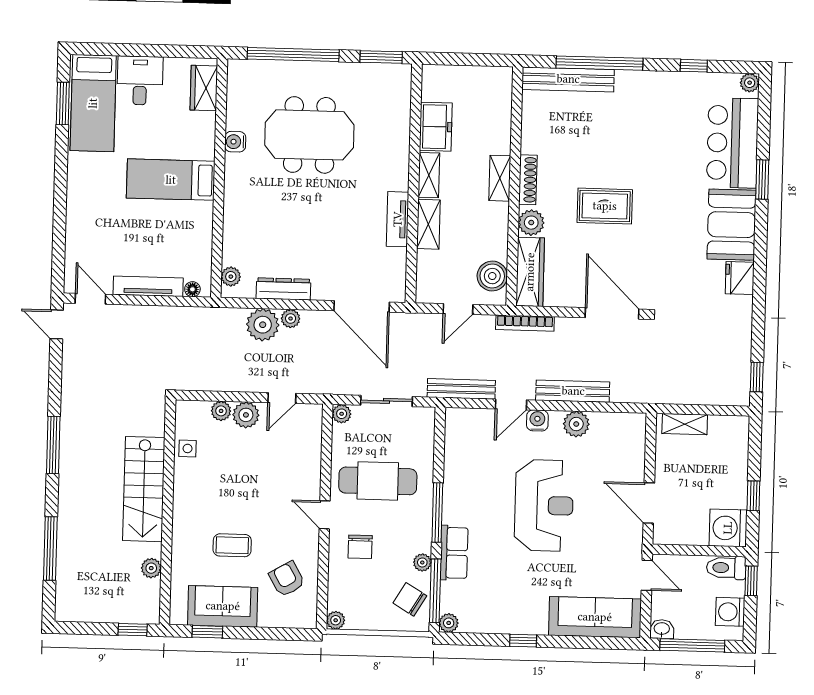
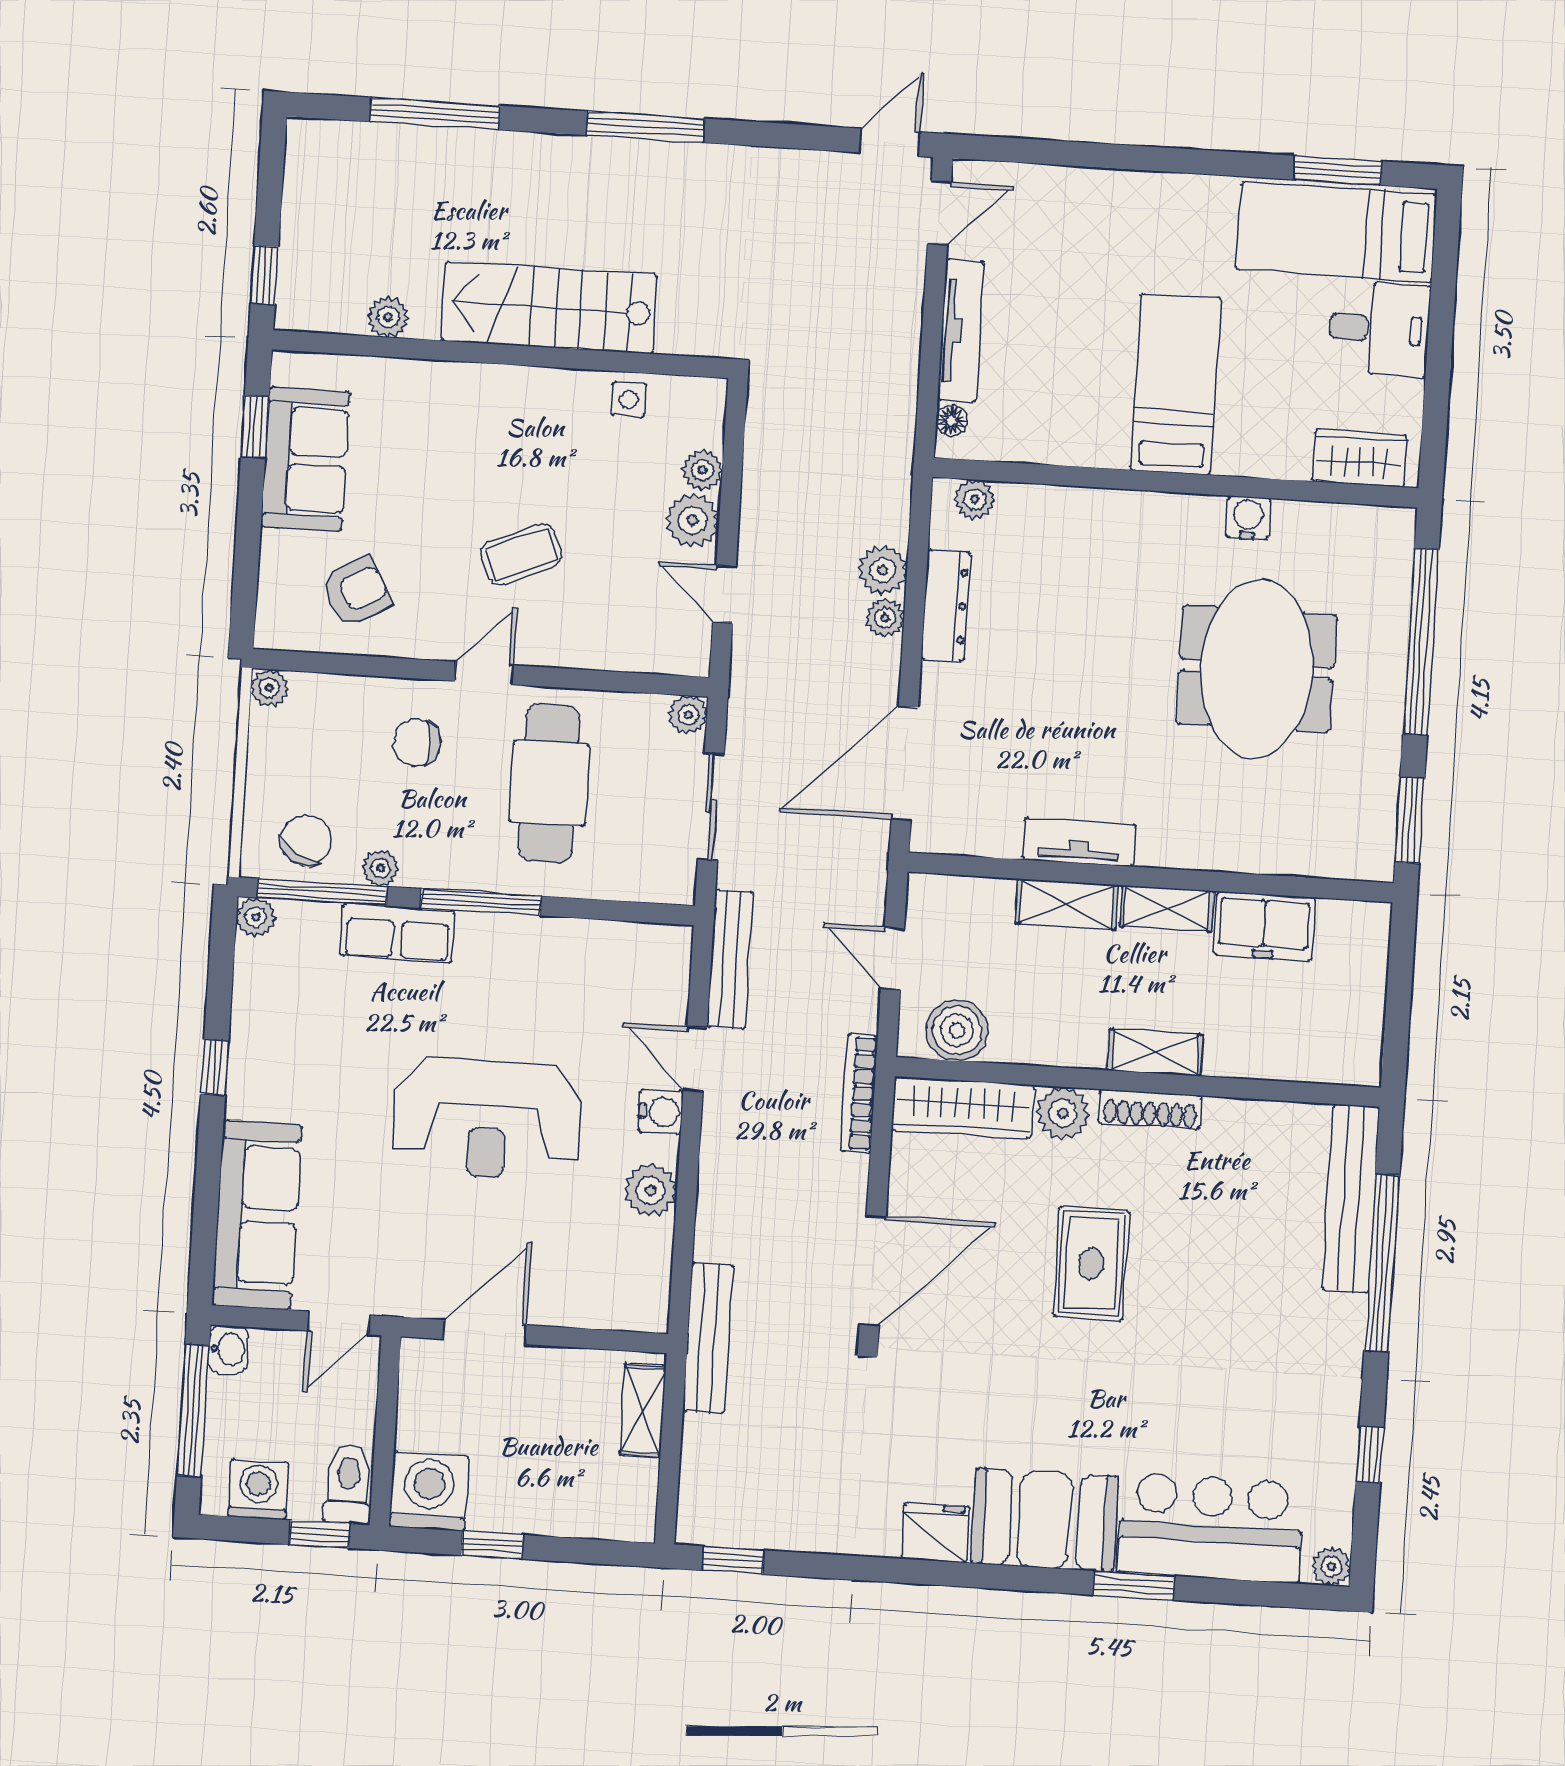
plant: (263, 325) -> (883, 570), width x0.73, depth x0.73
bench: (573, 391) -> (708, 1338), moved
coffee table: (232, 545) -> (521, 554), moved, turned 67

